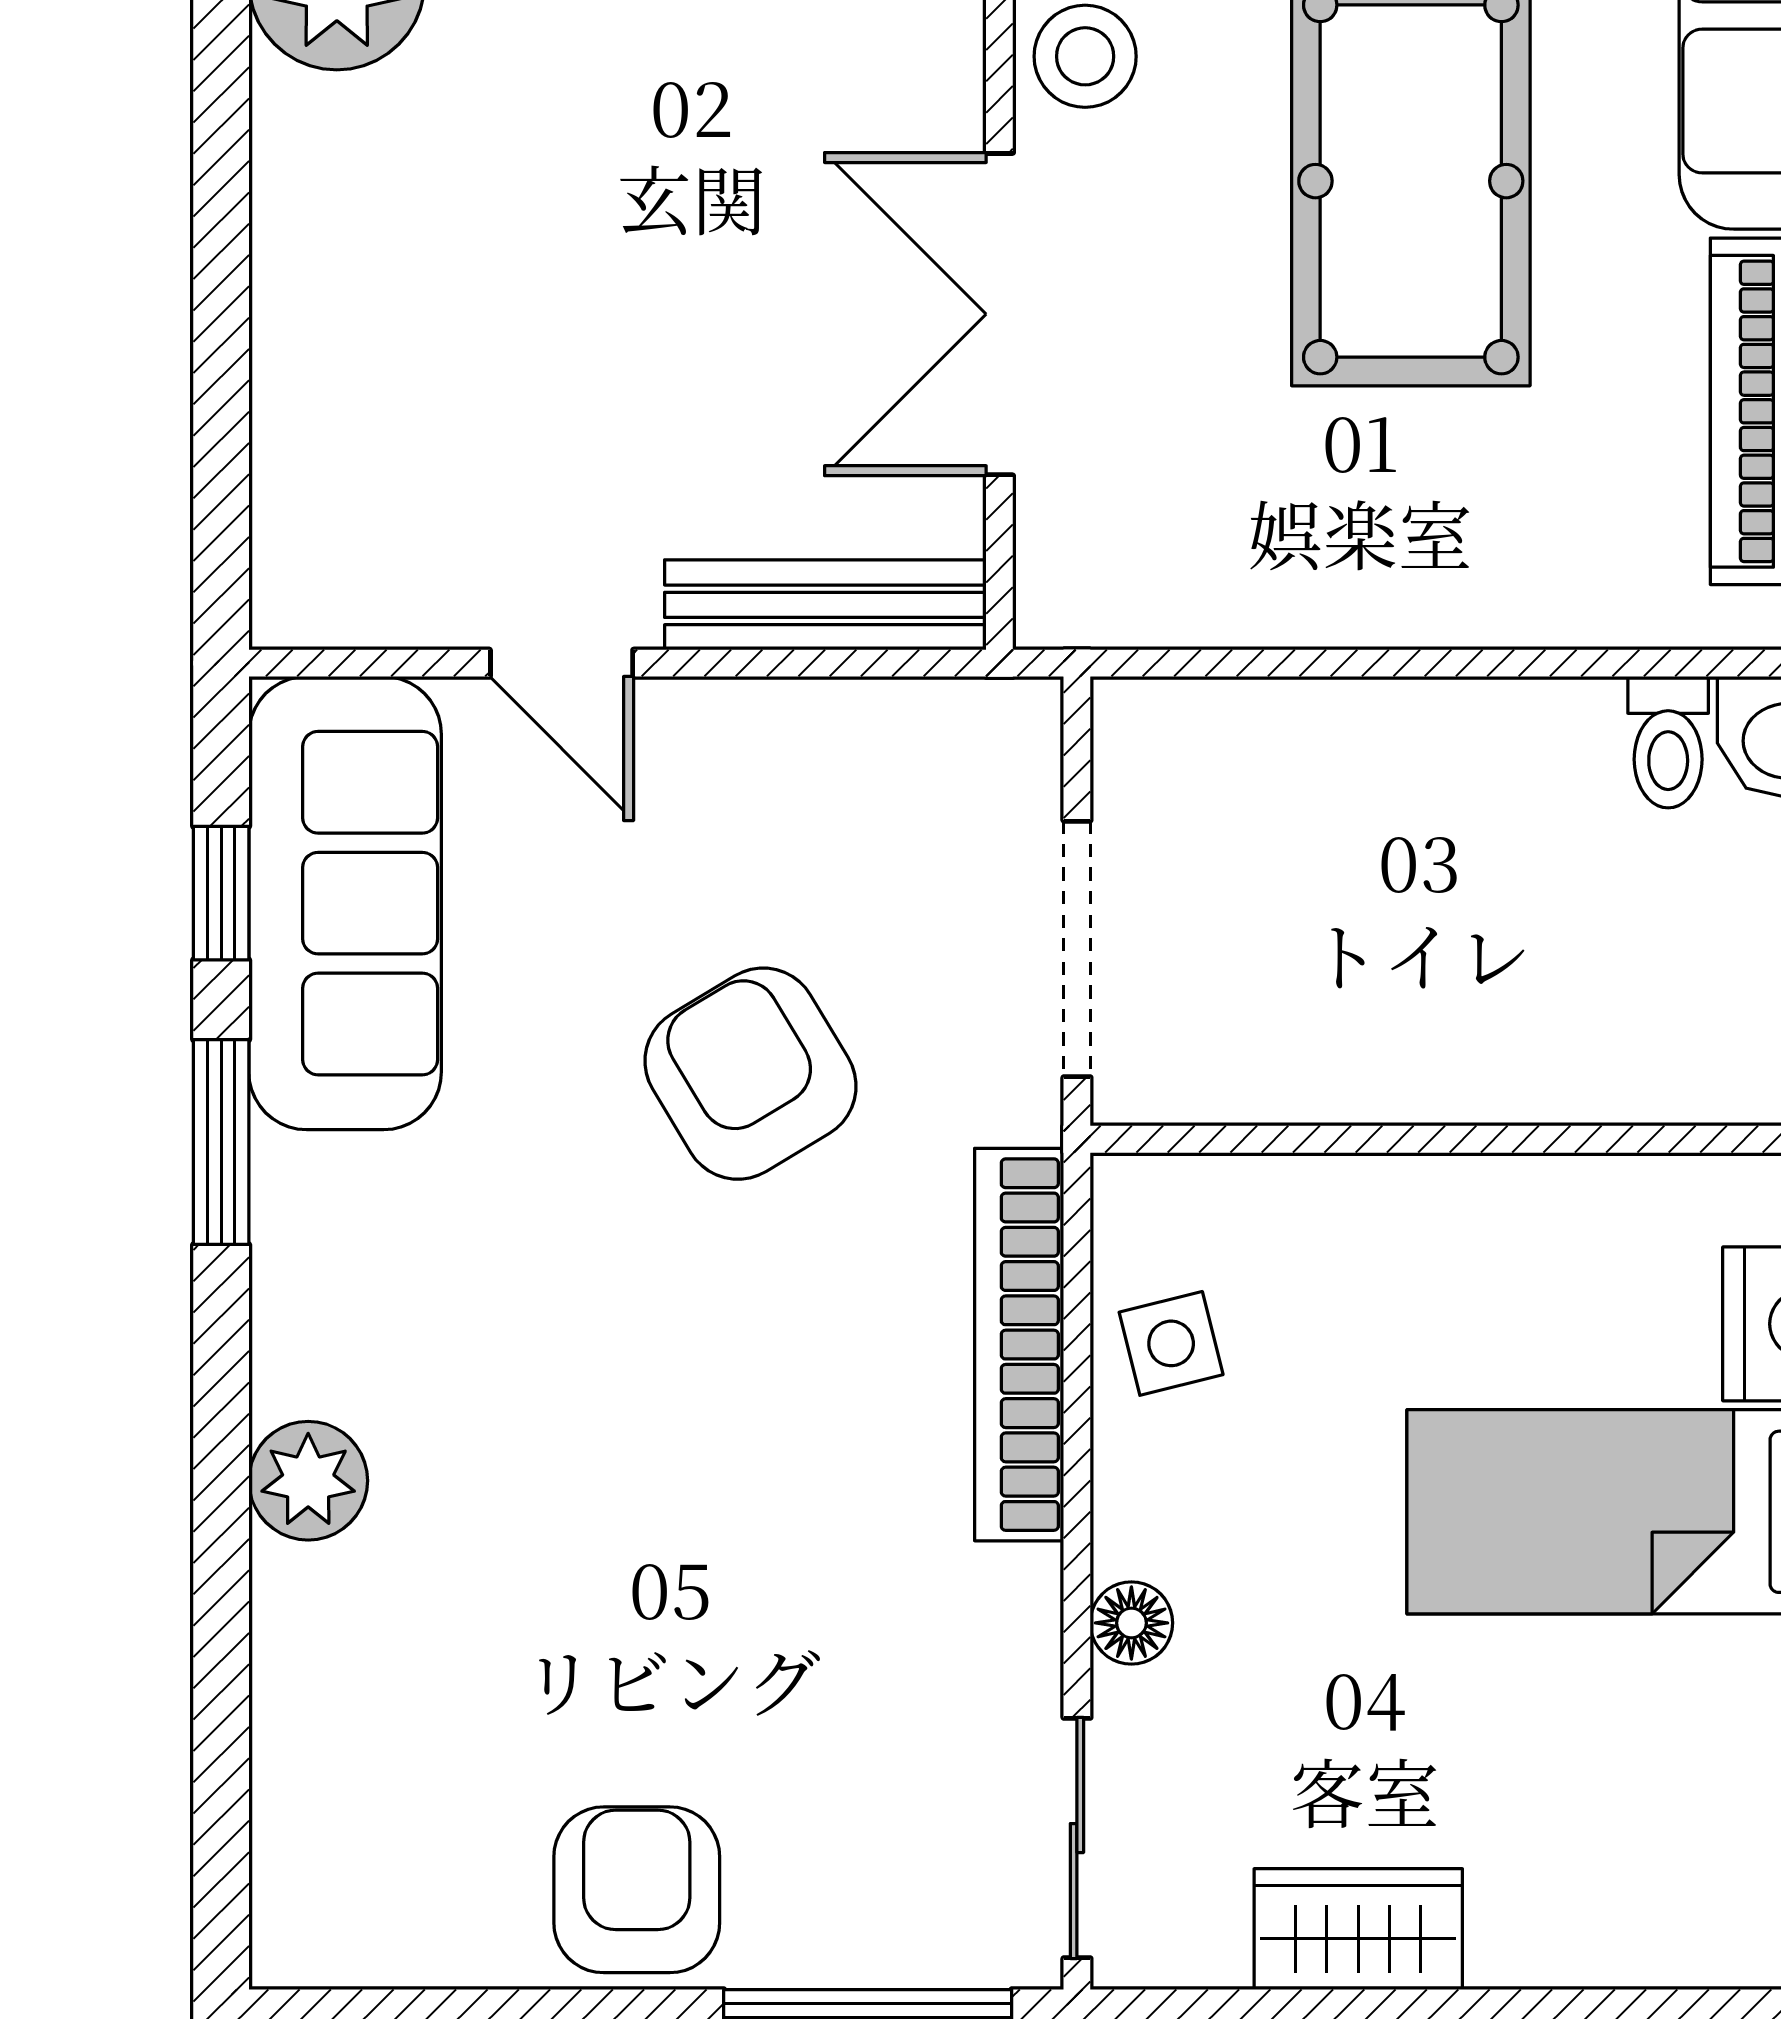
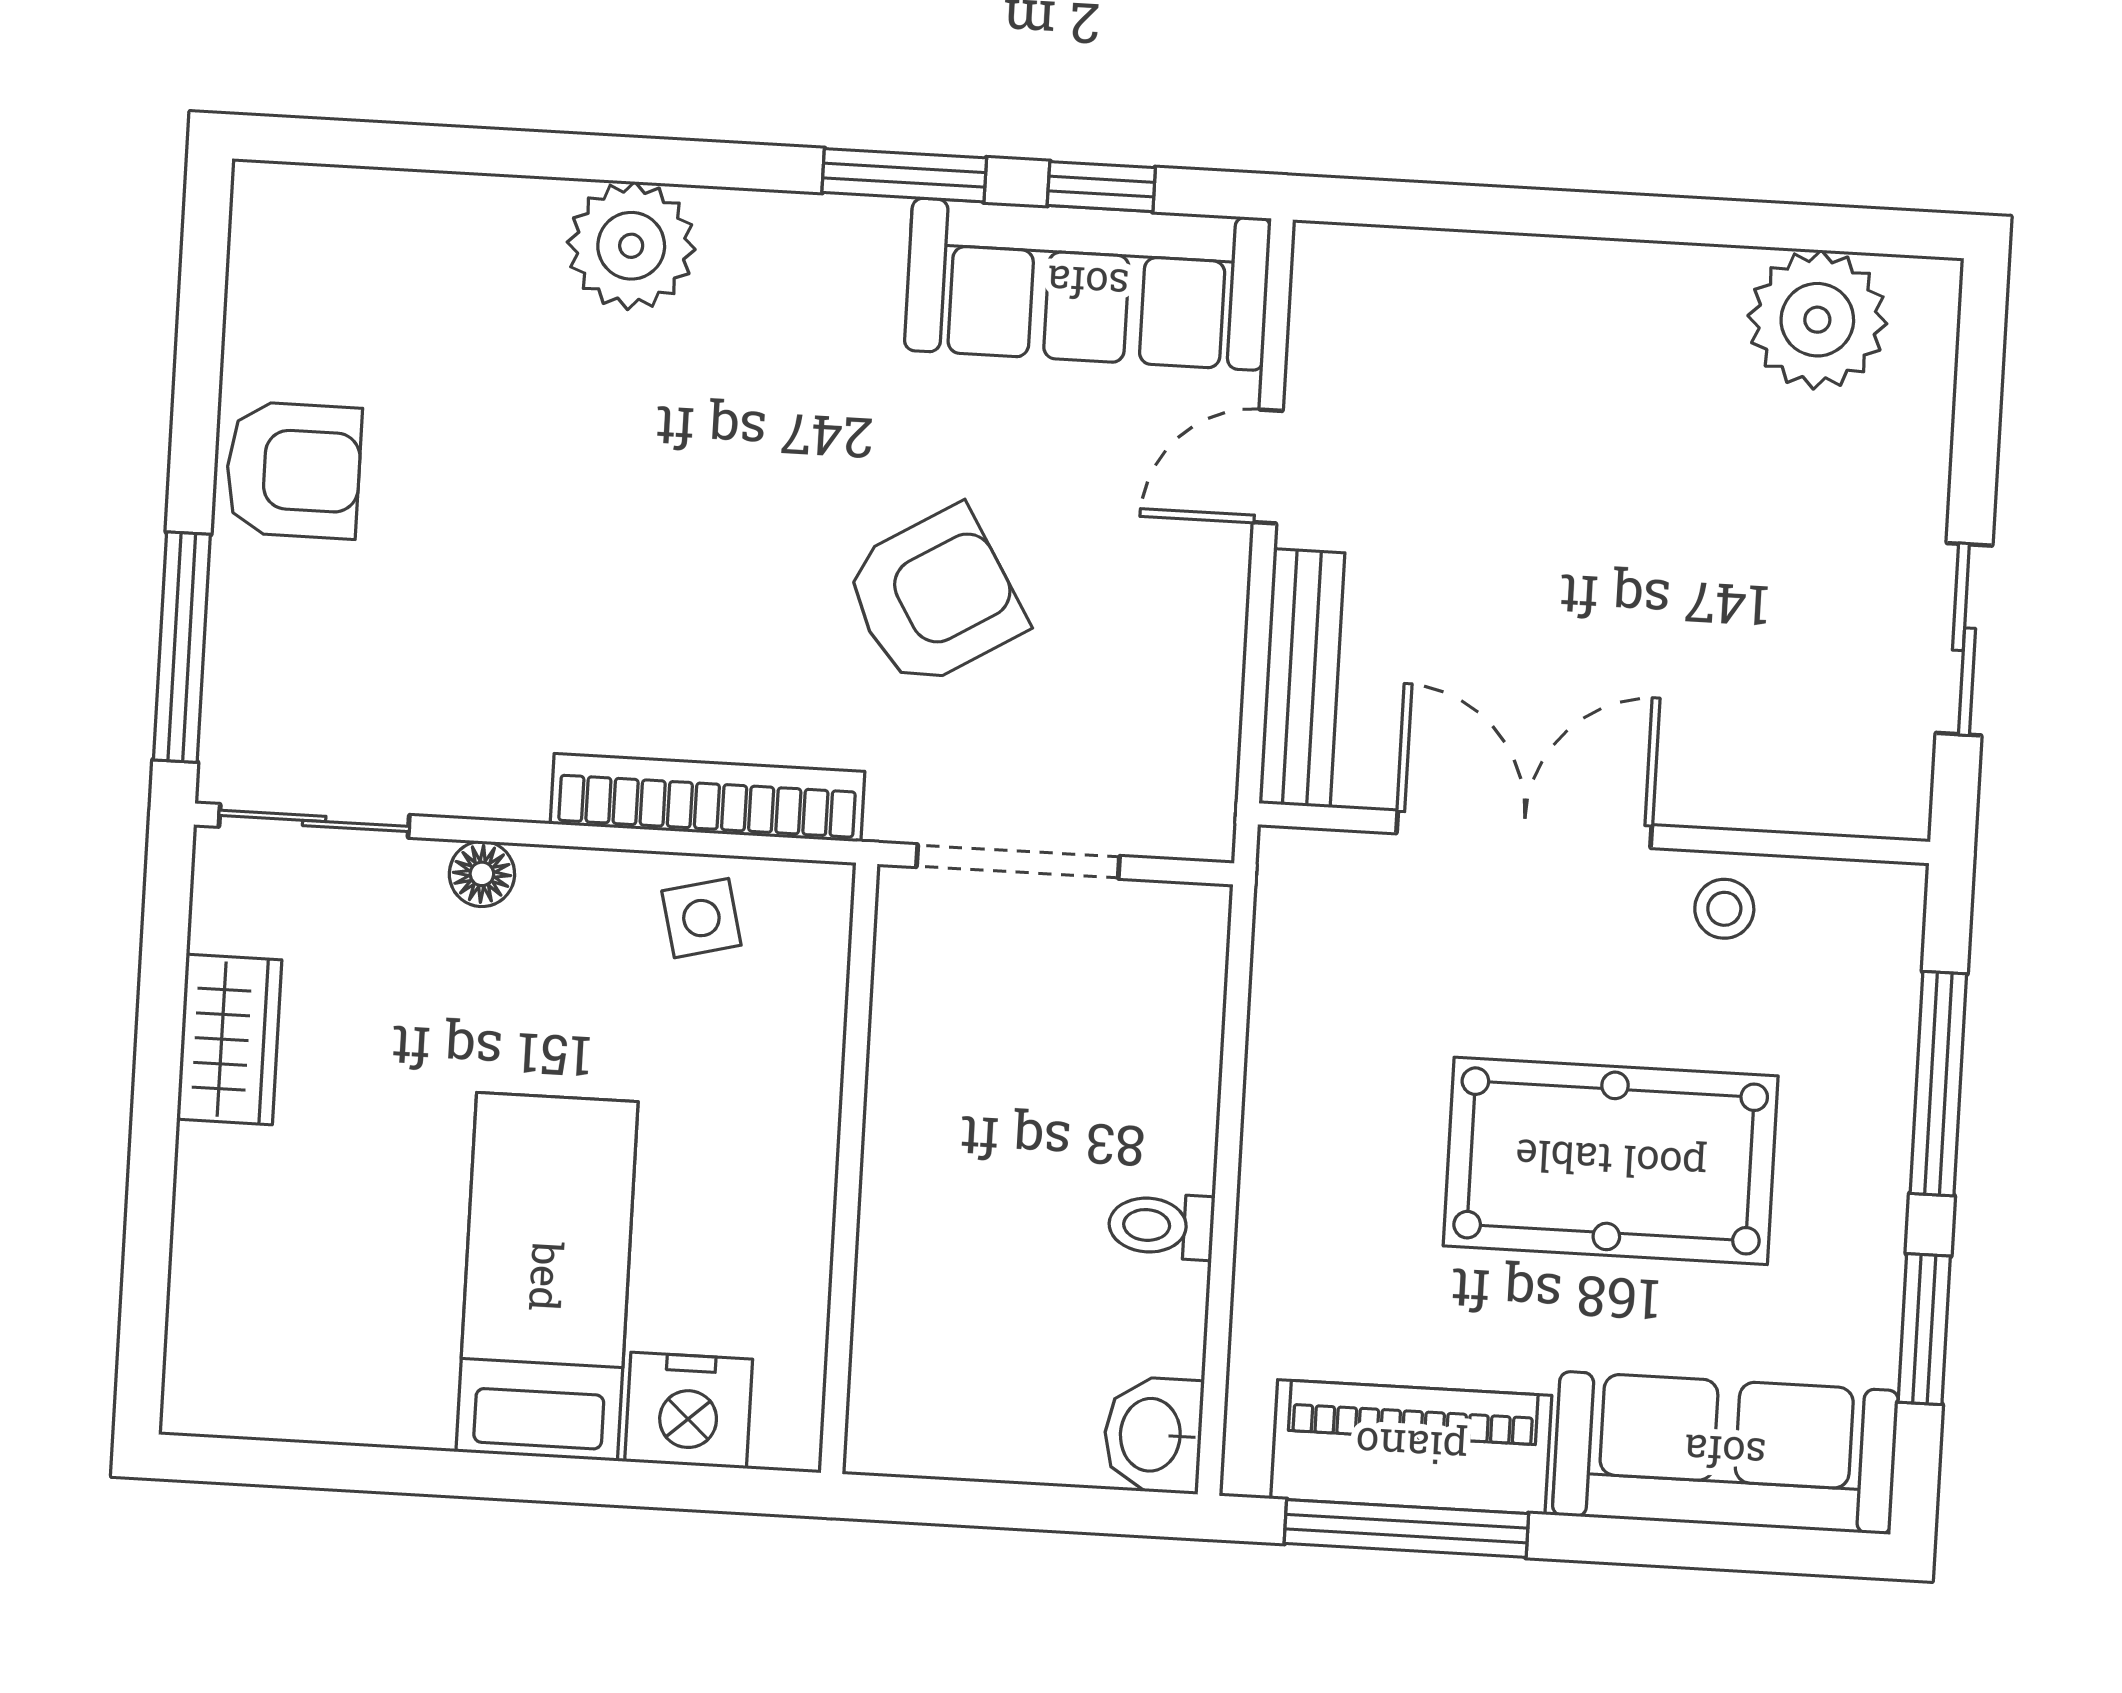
stool: (1085, 56) -> (1724, 909), width x0.73, depth x0.73
toilet: (1668, 742) -> (1161, 1226), moved
plant: (308, 1481) -> (631, 246), width x1.36, depth x1.36

